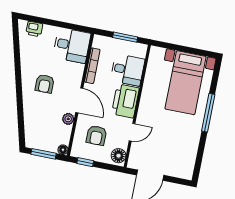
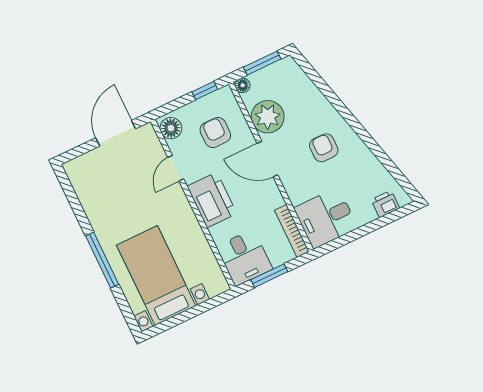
bookcase: (92, 66) -> (292, 231), moved
desk: (128, 70) -> (244, 258), moved, turned -90
plant: (68, 119) -> (268, 117), width x1.87, depth x1.87

